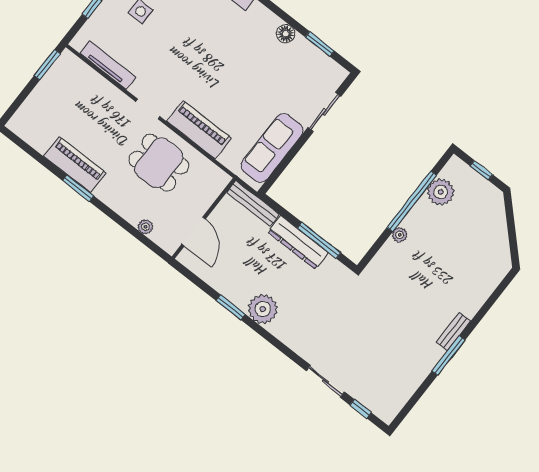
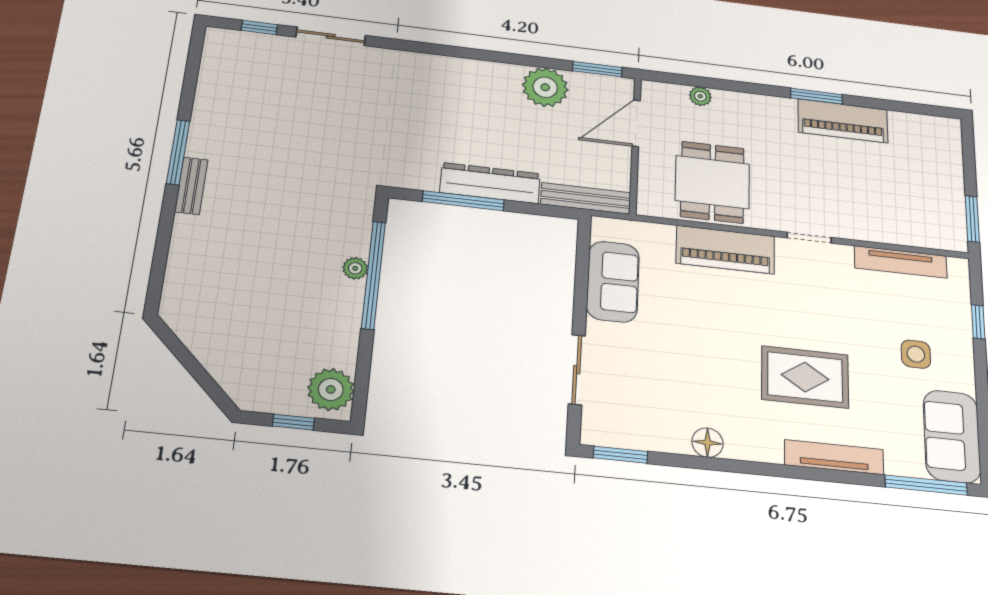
rug: (209, 36) -> (805, 377), added
window: (320, 44) -> (620, 455), moved
sofa: (272, 148) -> (613, 282), width x0.73
dining table: (159, 163) -> (712, 182), moved, turned 90
plant: (441, 192) -> (331, 390), moved
window: (412, 201) -> (374, 275), moved
door: (194, 231) -> (636, 123), hinge flipped
window: (231, 307) -> (597, 69), moved
plant: (263, 309) -> (545, 87), moved

